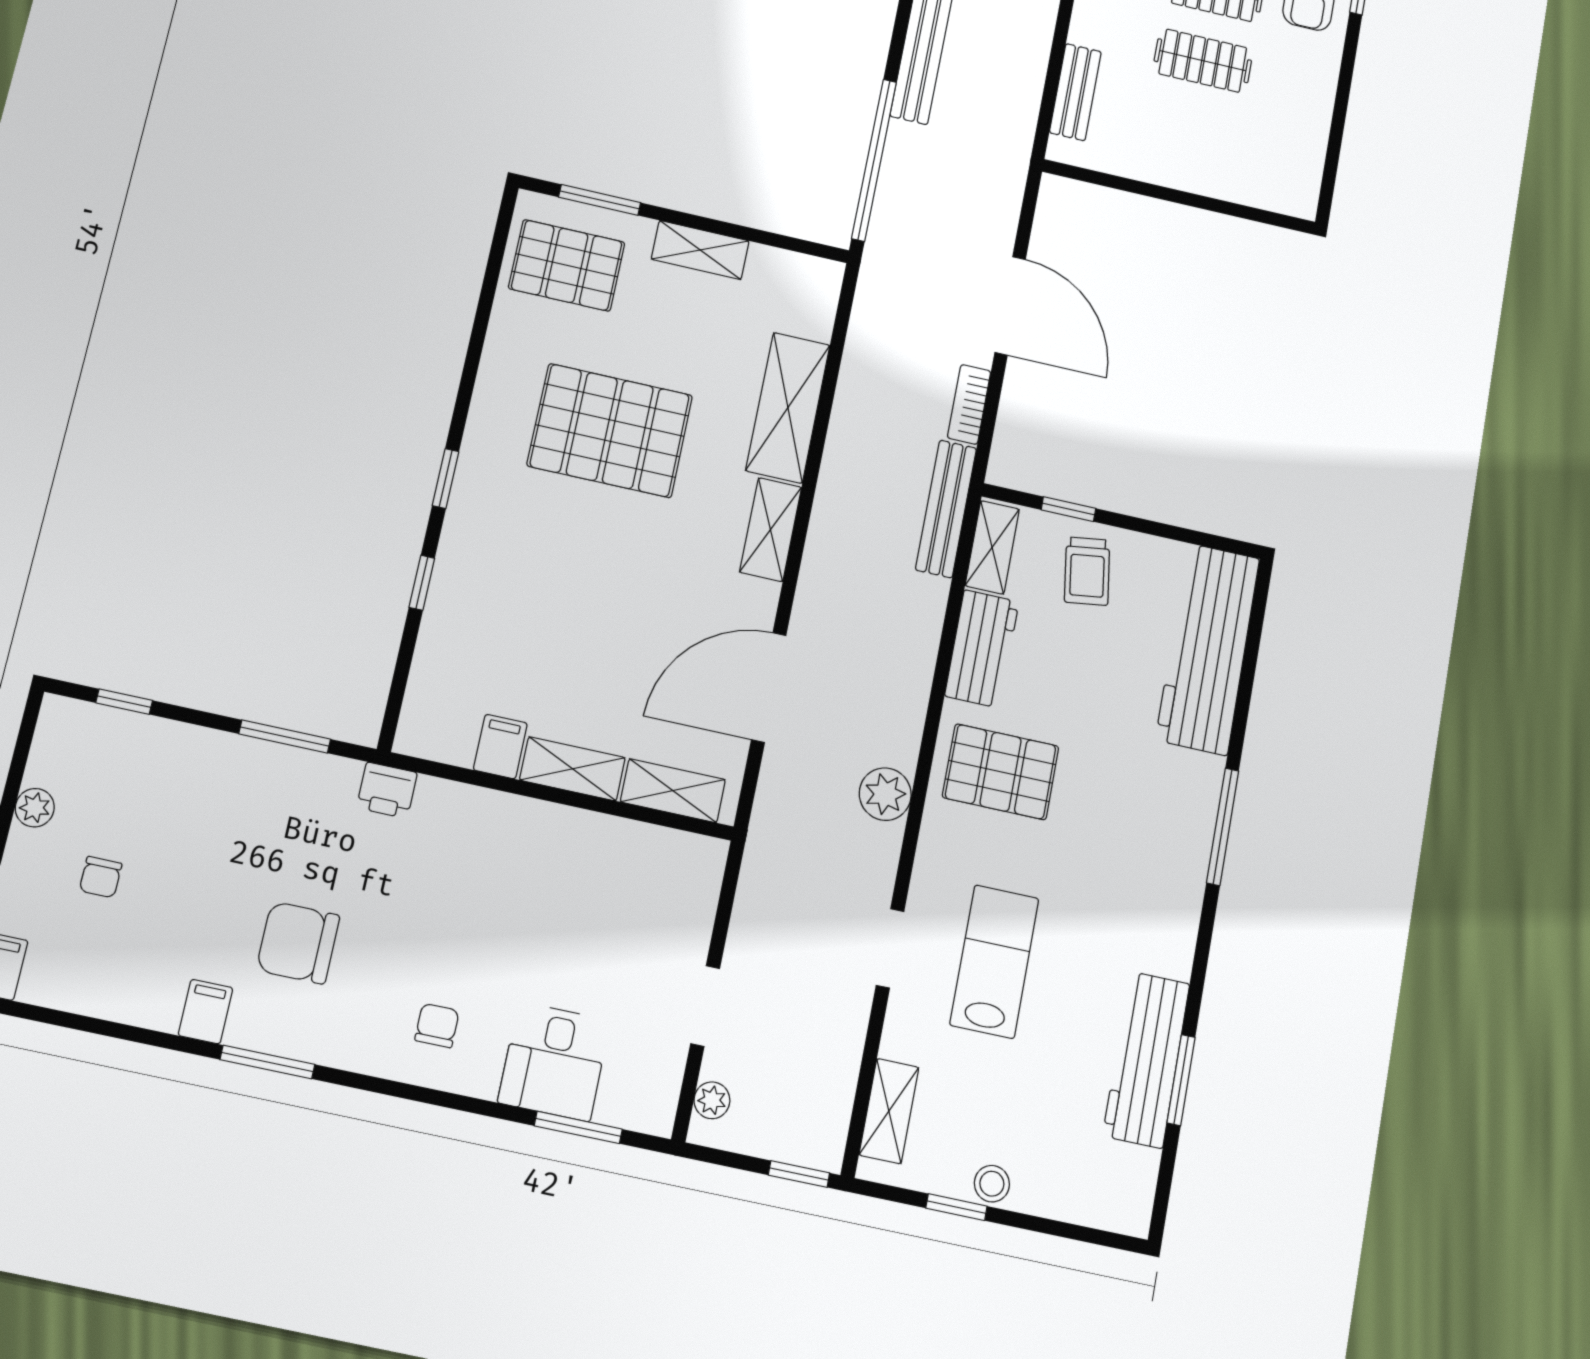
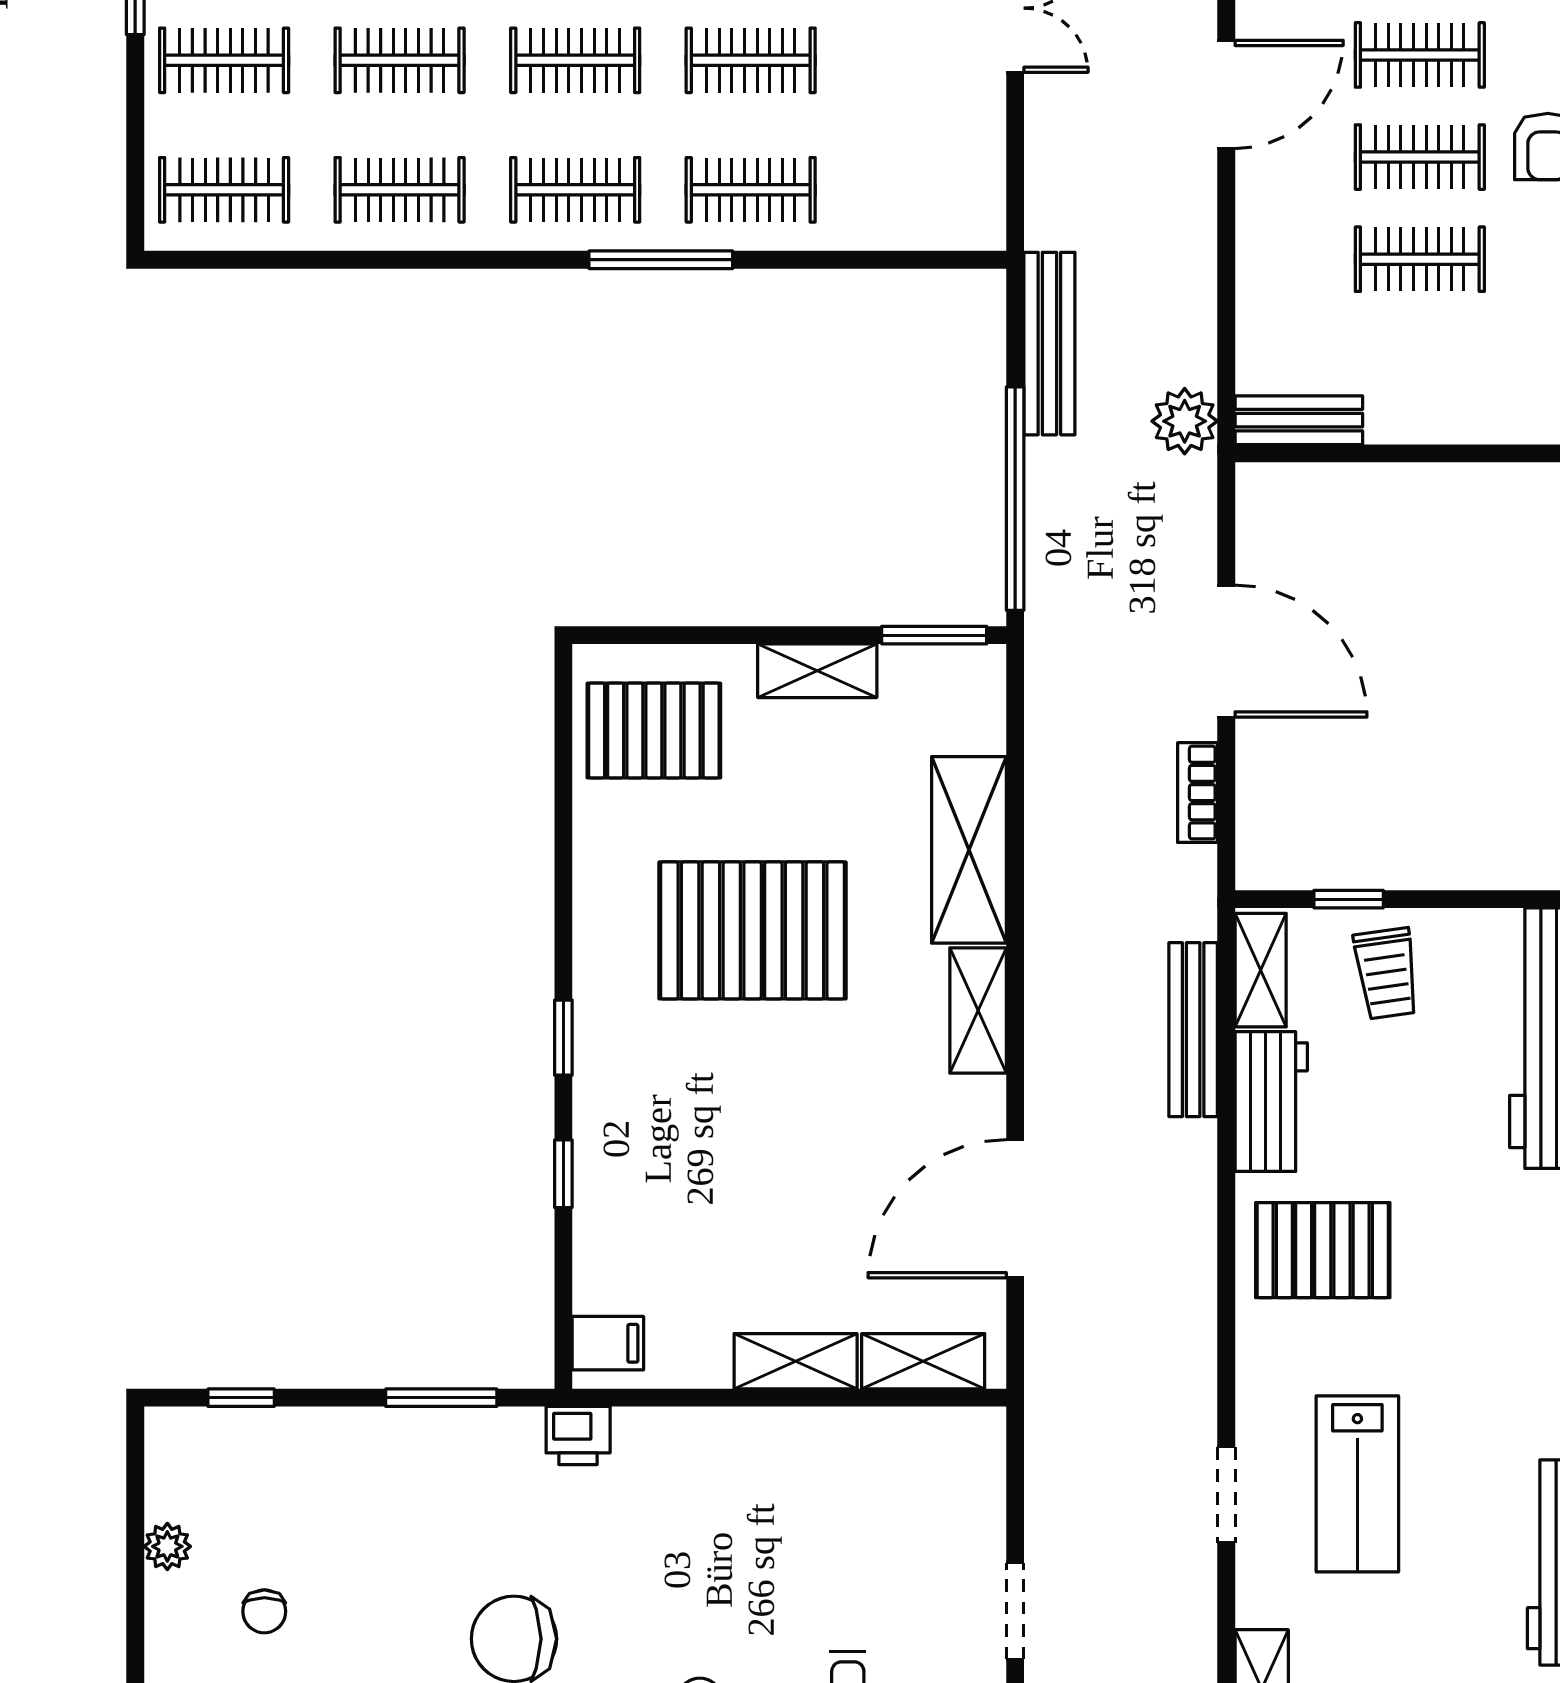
bench: (1075, 92) -> (1299, 420), moved, turned 90
window: (600, 200) -> (934, 635), moved
bench: (946, 509) -> (1193, 1030), moved
filing cabinet: (500, 747) -> (608, 1343), moved, turned 90
plant: (885, 794) -> (1185, 421), moved
lab bench: (994, 962) -> (1357, 1484), turned 180

